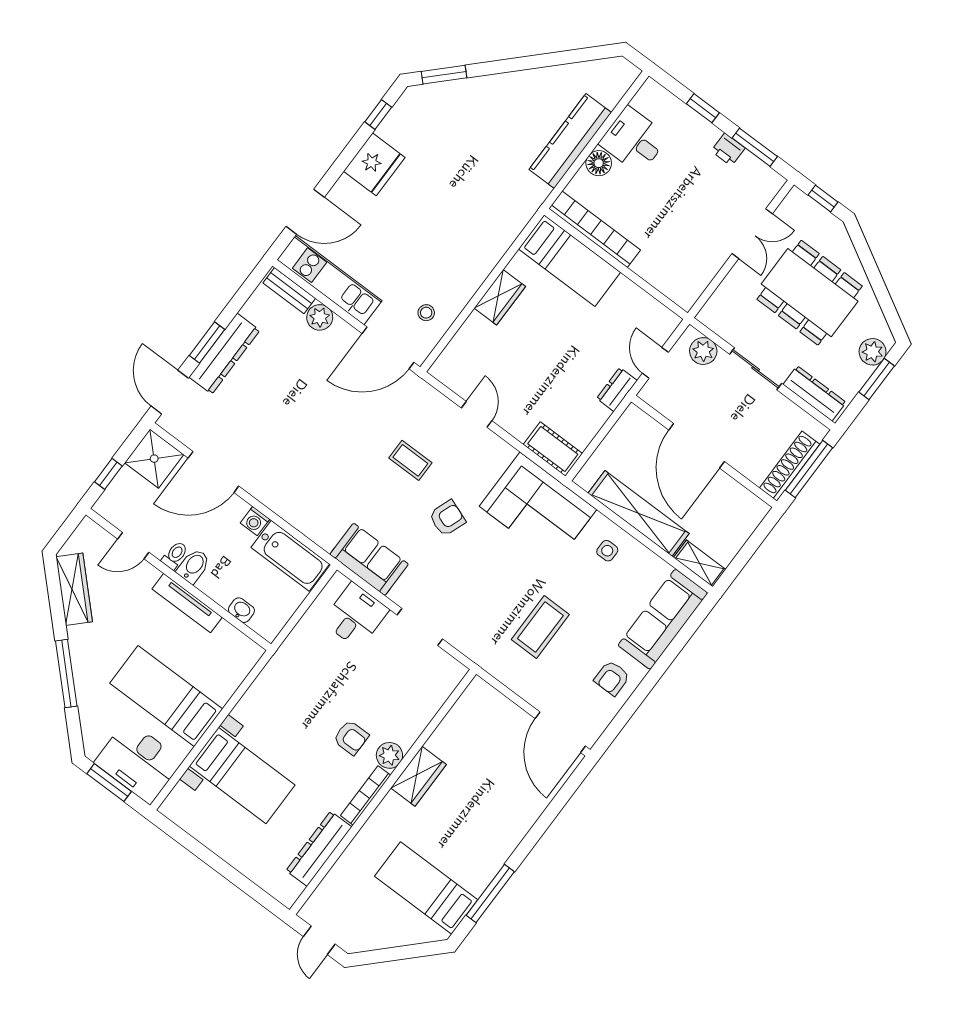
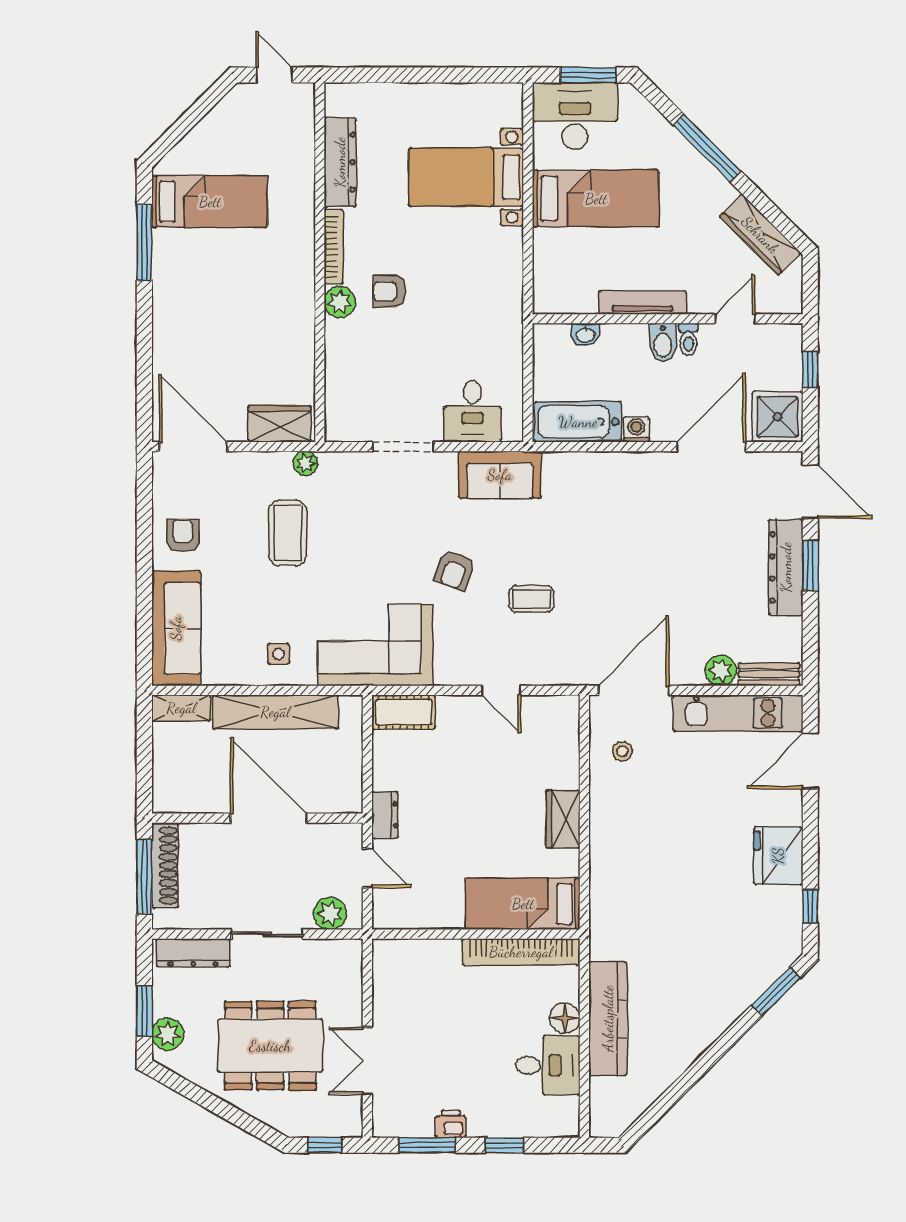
plant: (493, 665) -> (305, 463), added
wardrobe: (418, 776) -> (280, 424), moved, turned 90

